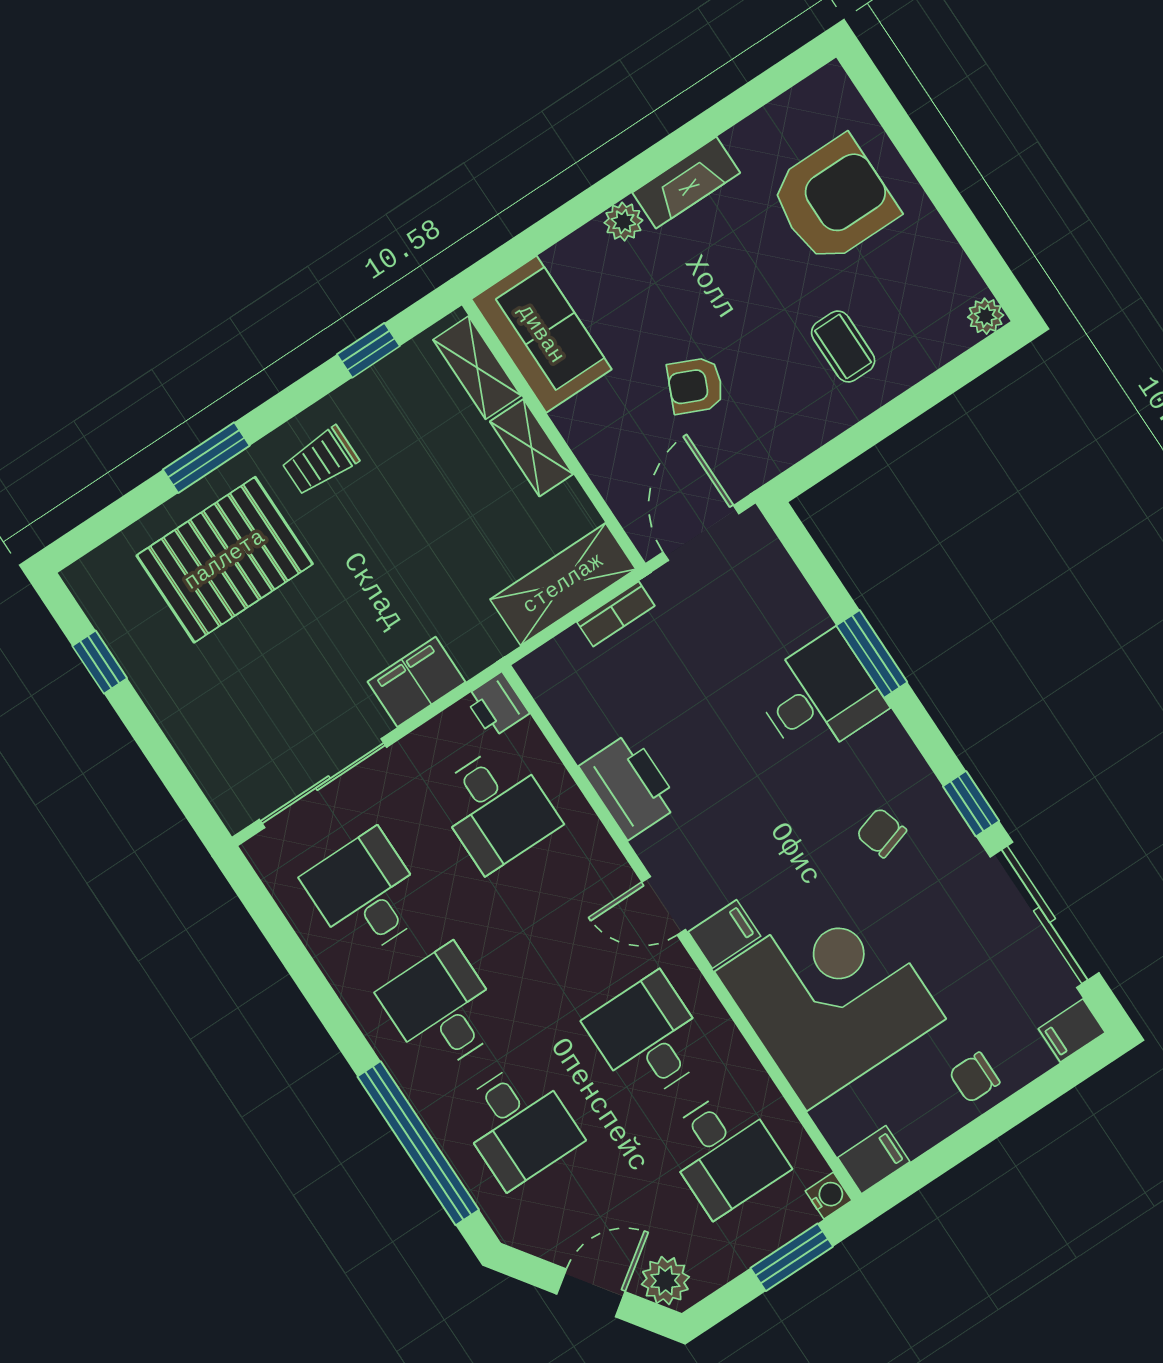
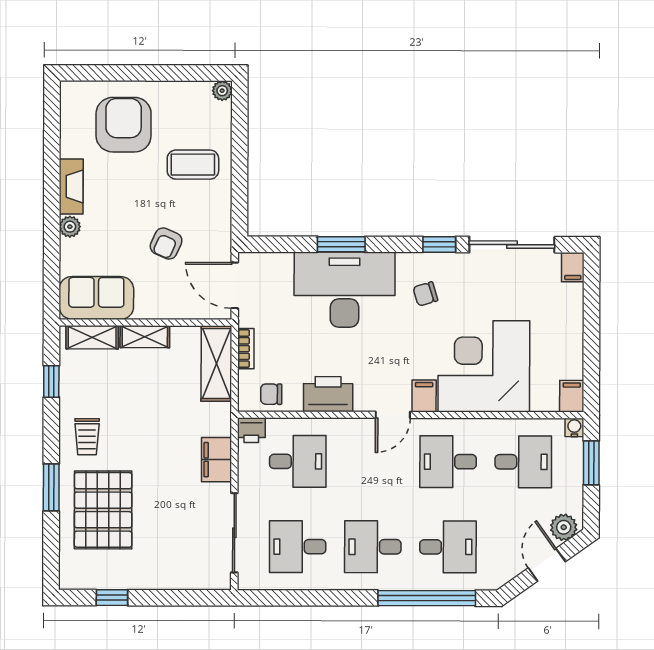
coffee table: (843, 346) -> (193, 165), width x1.36, depth x1.30
desk: (819, 696) -> (345, 290), width x1.87, depth x1.30
chair: (974, 1077) -> (271, 394), moved, turned 90

